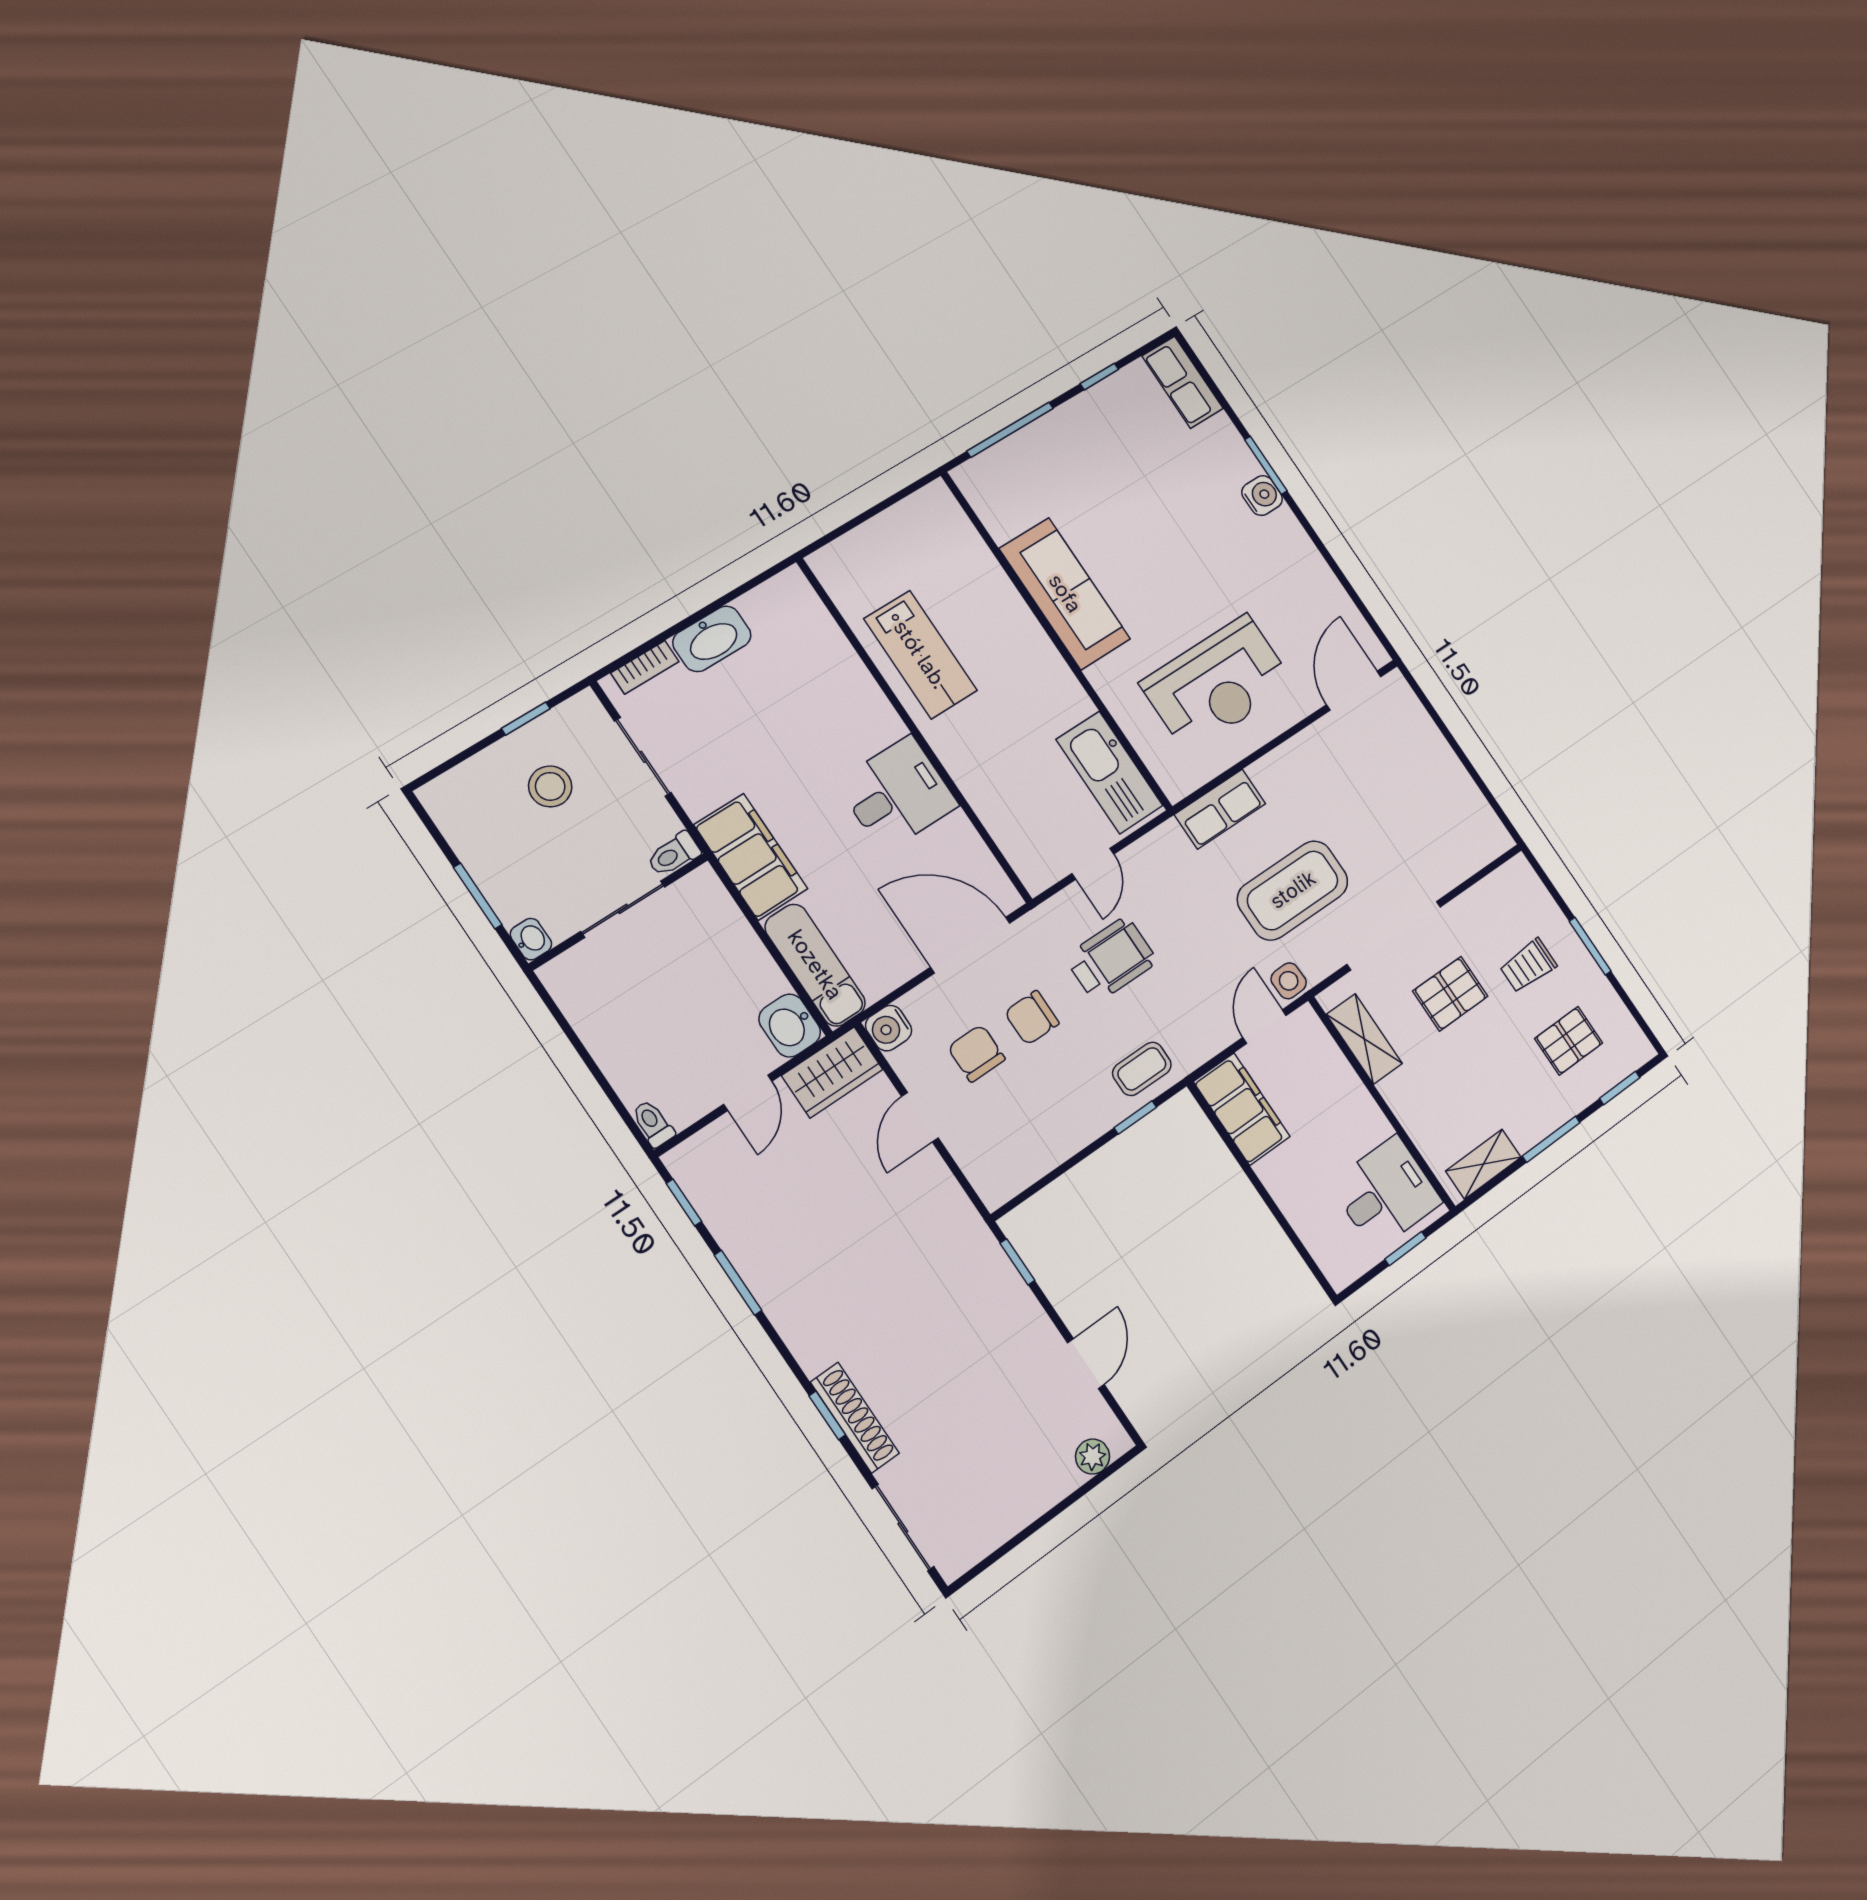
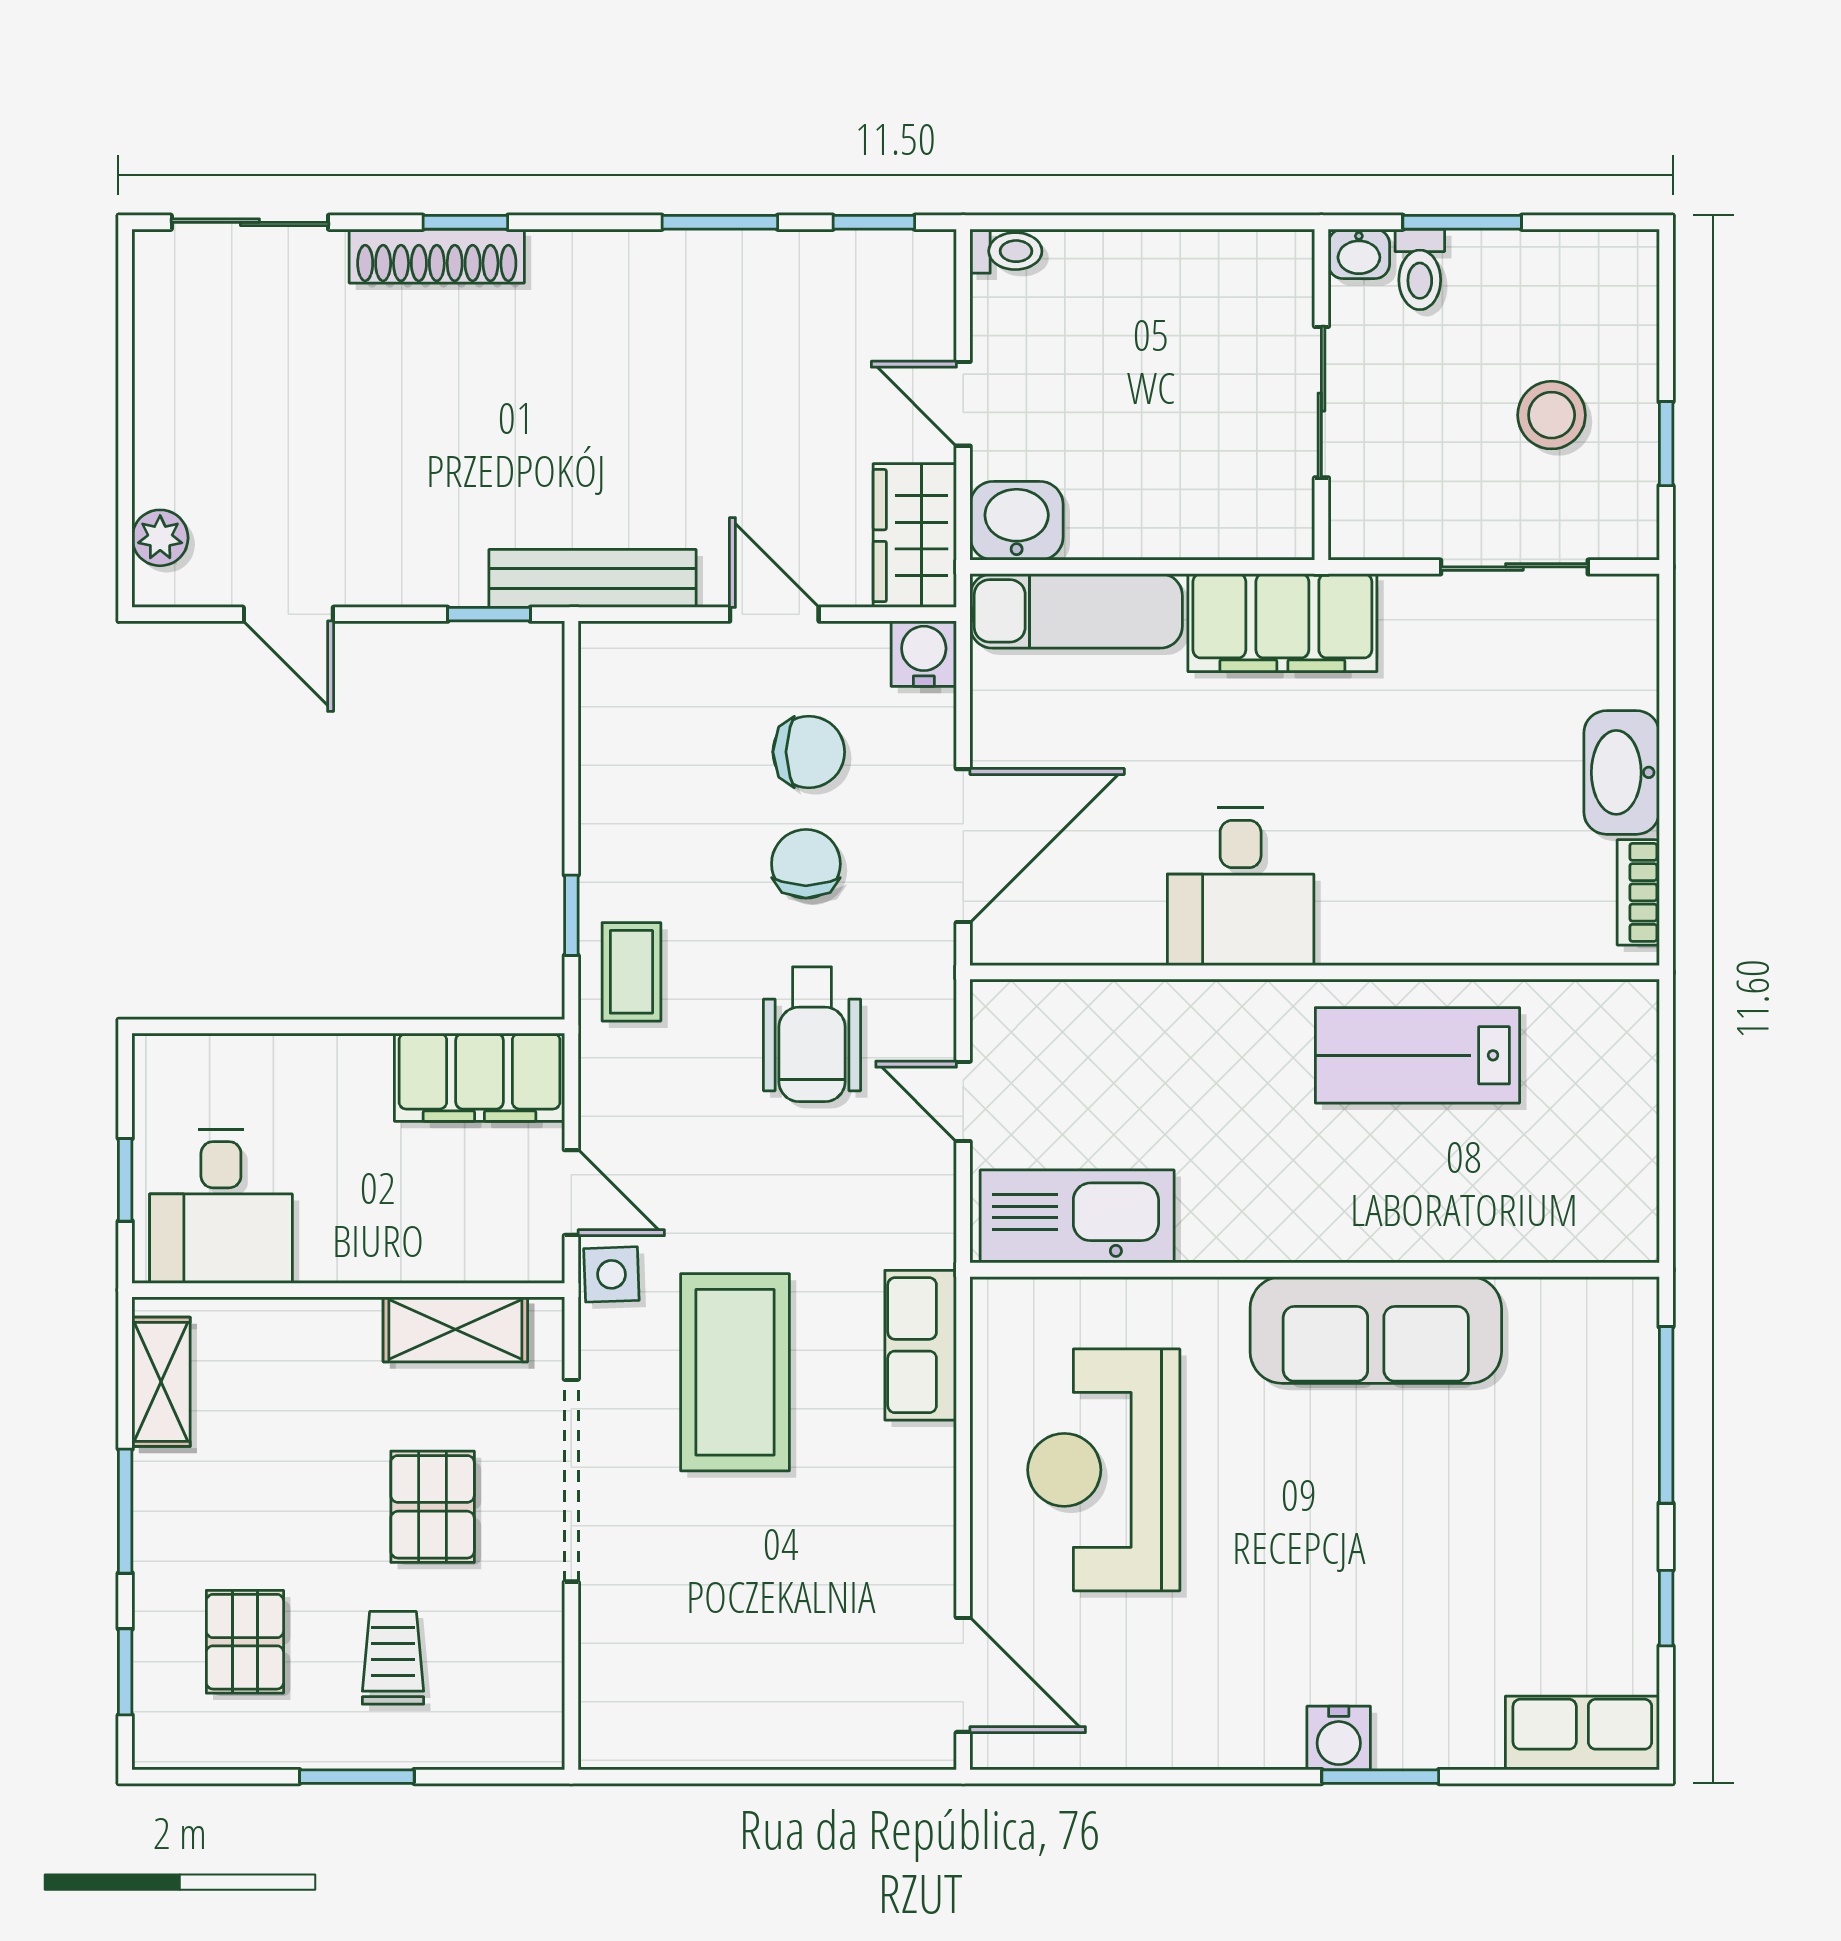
bookcase: (645, 667) -> (1638, 892), moved
toilet: (674, 854) -> (1420, 269), moved, turned 180
bench: (964, 1222) -> (593, 578), added

